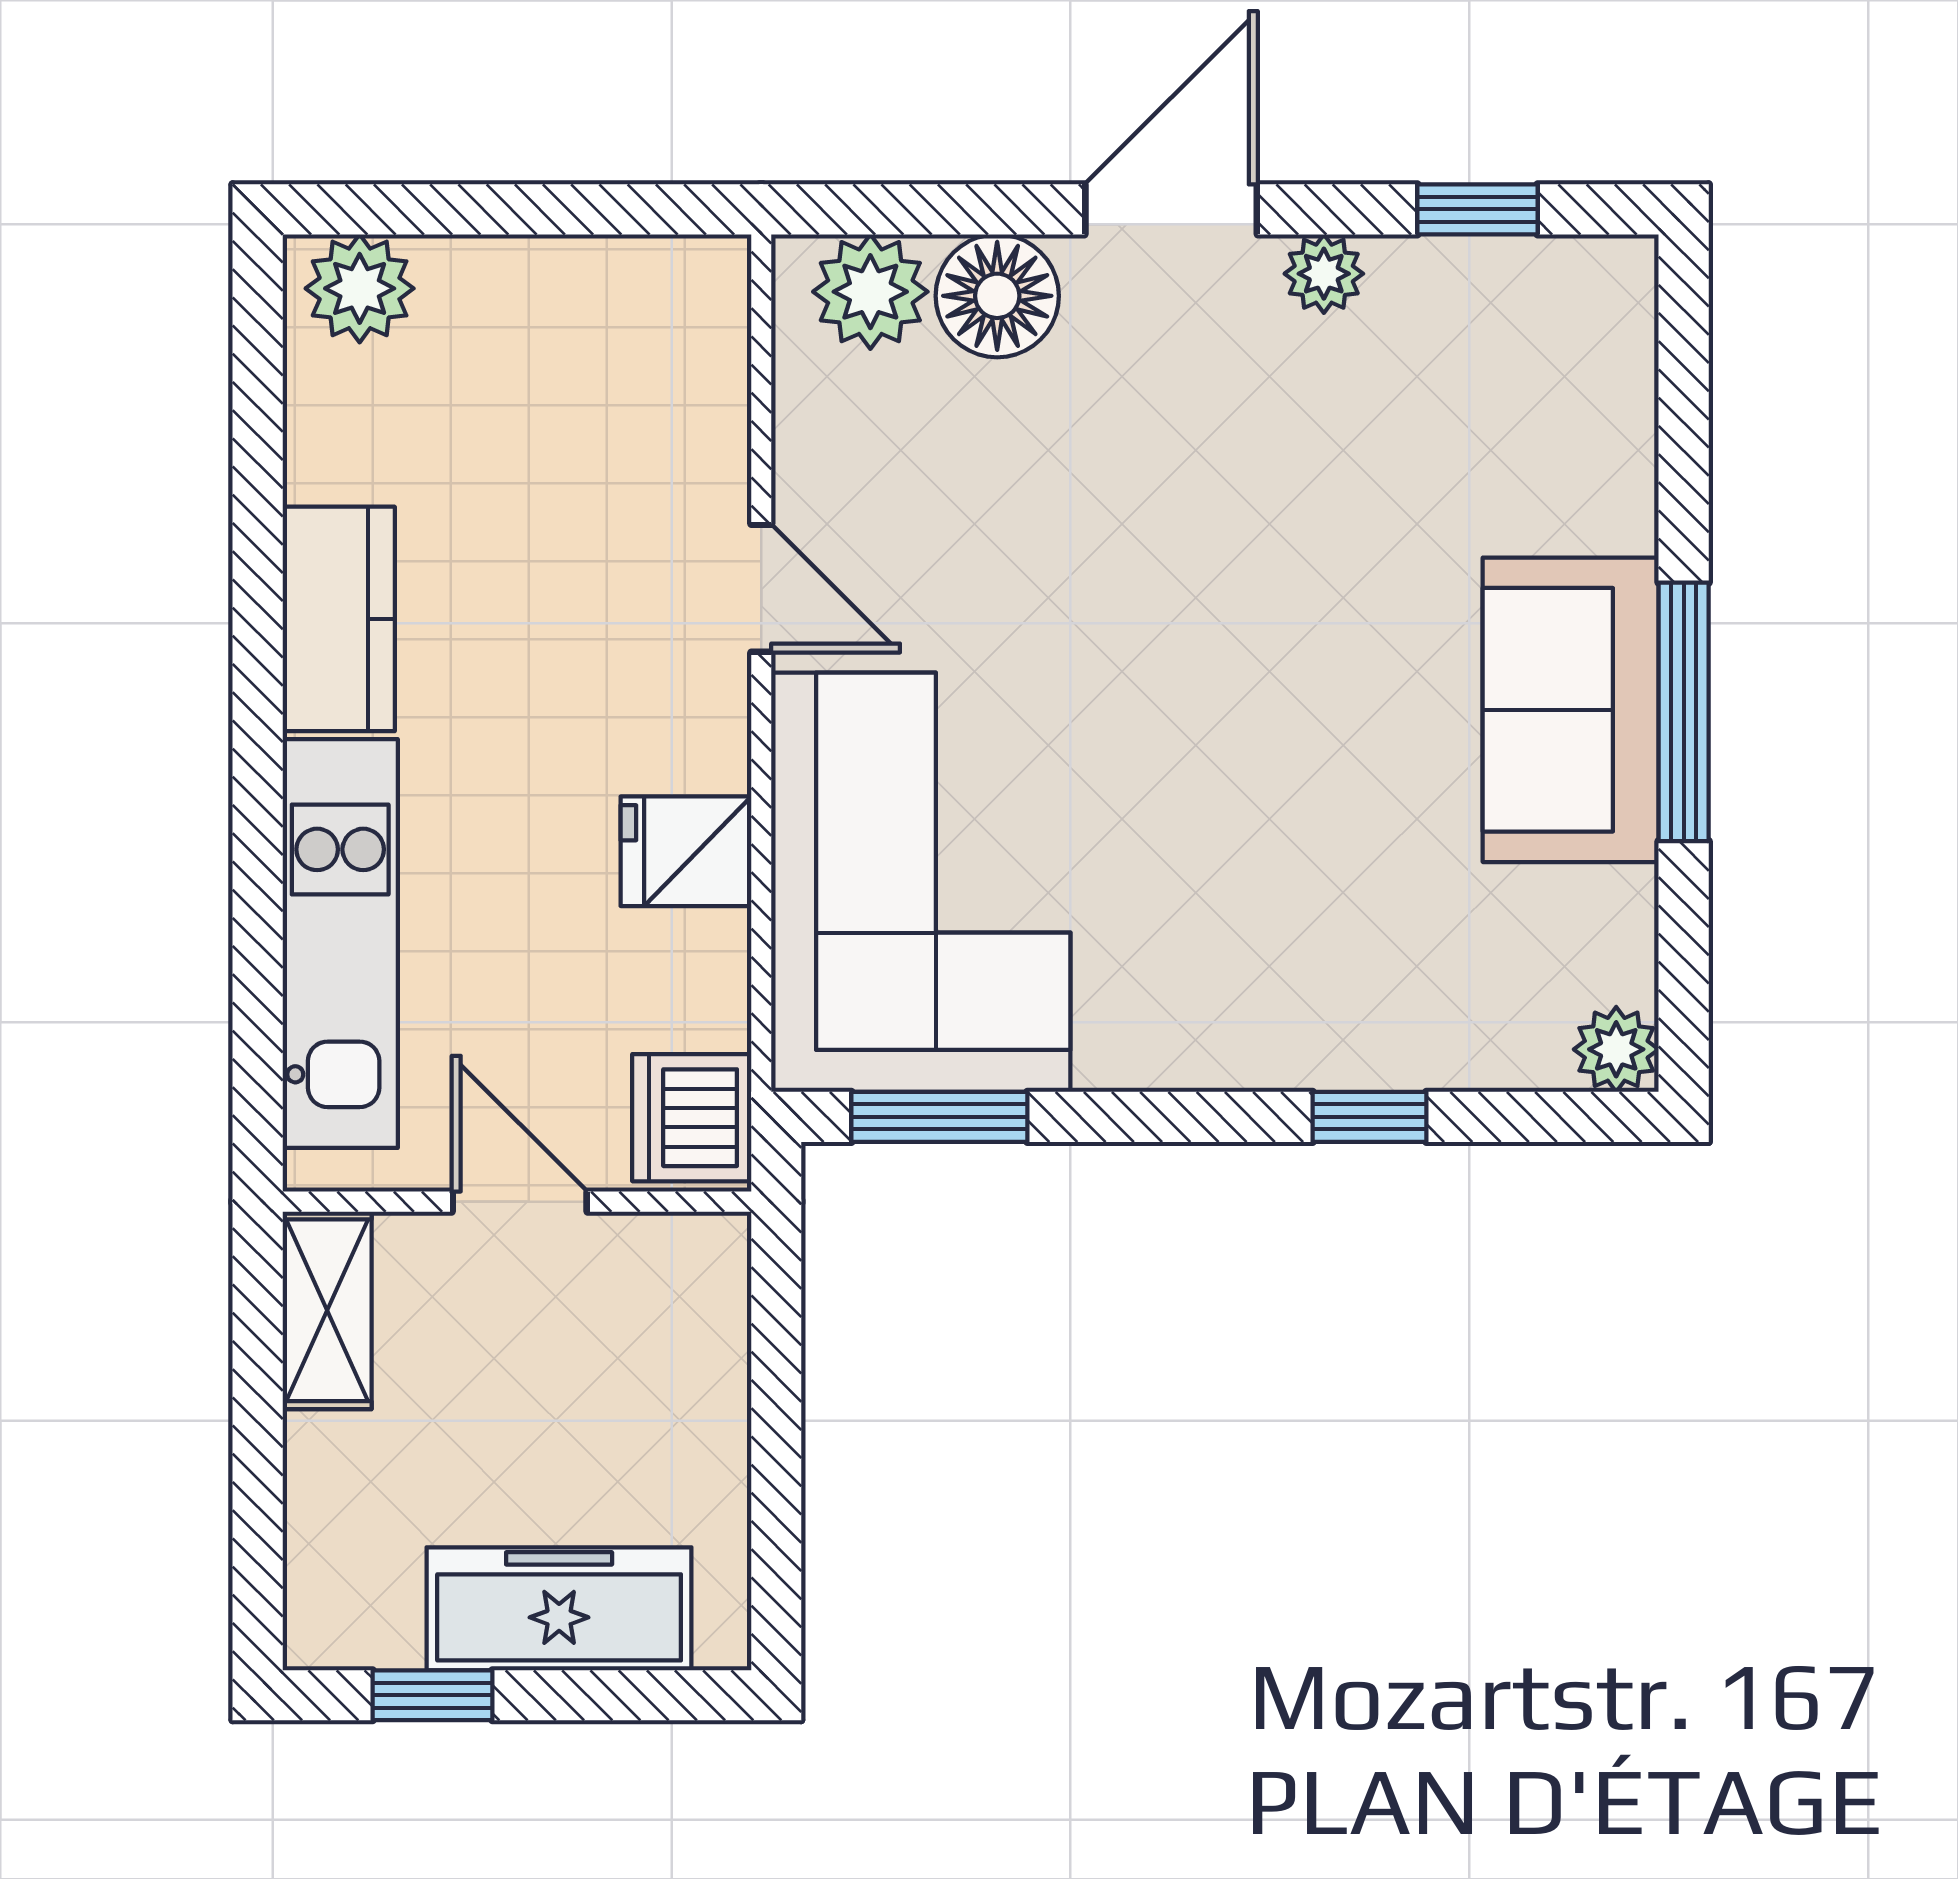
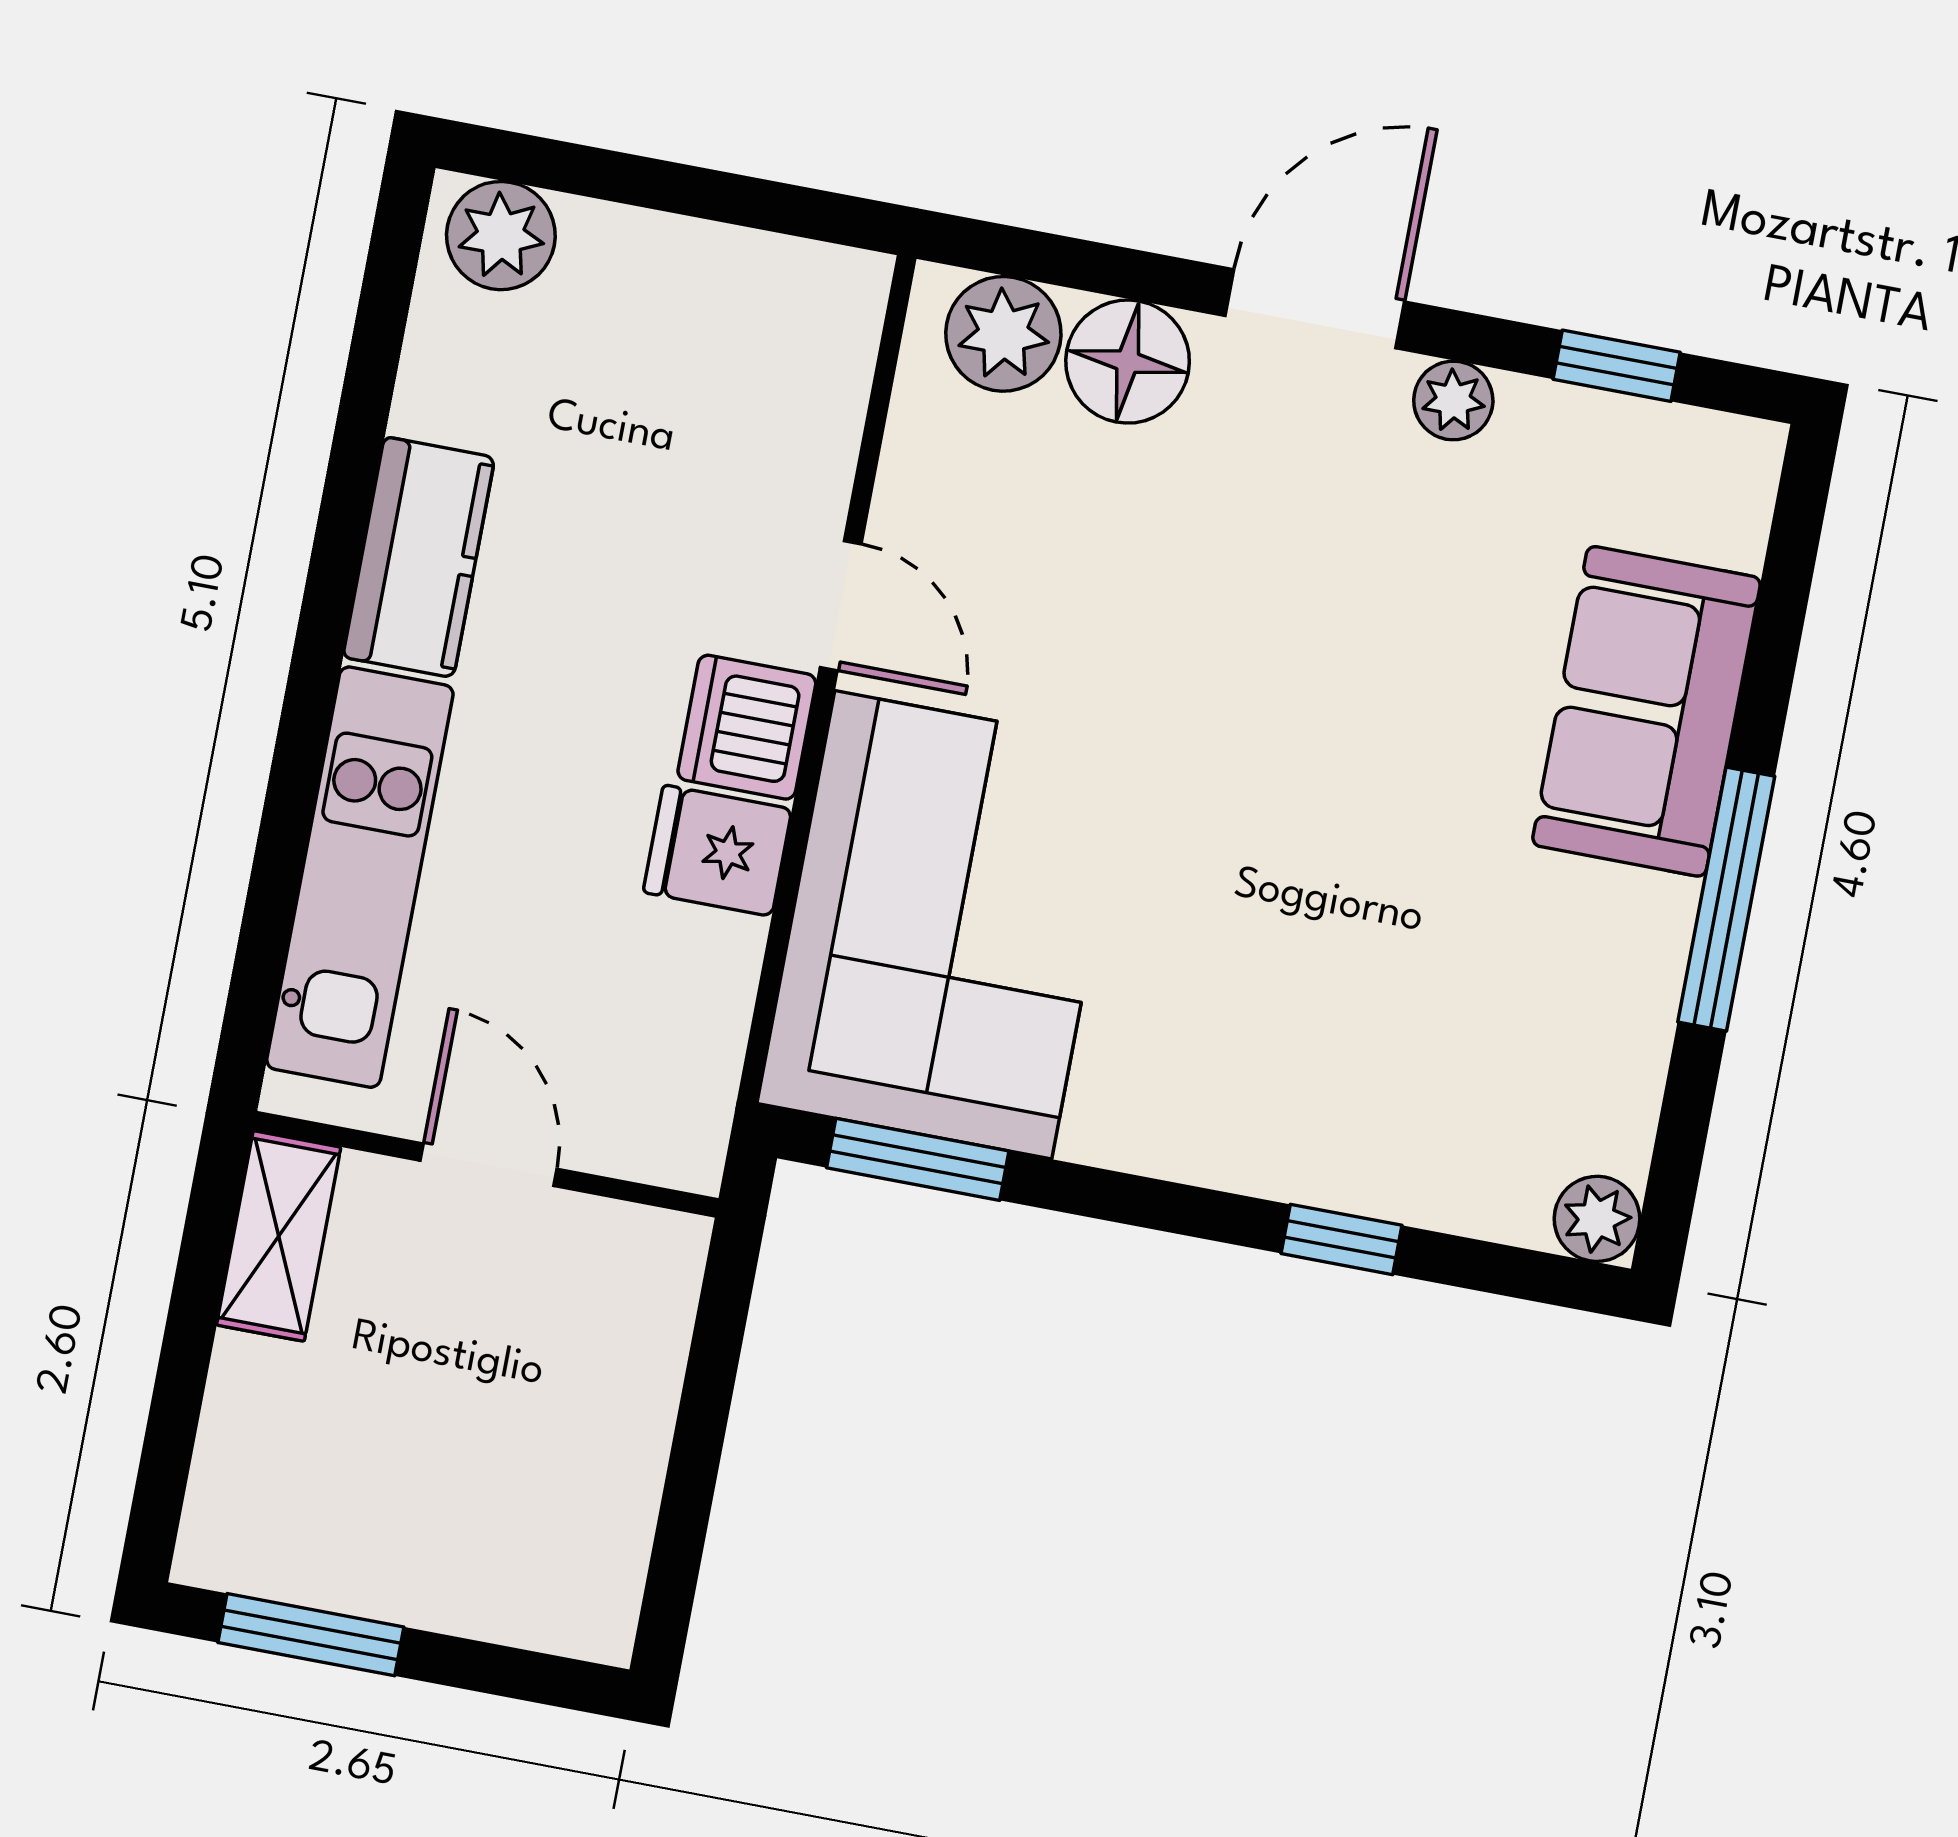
sofa: (1571, 710) -> (1646, 711), moved
dishwasher: (692, 1118) -> (747, 727), moved
freezer: (559, 1609) -> (452, 1573), removed
window: (433, 1695) -> (311, 1635), width x1.50

